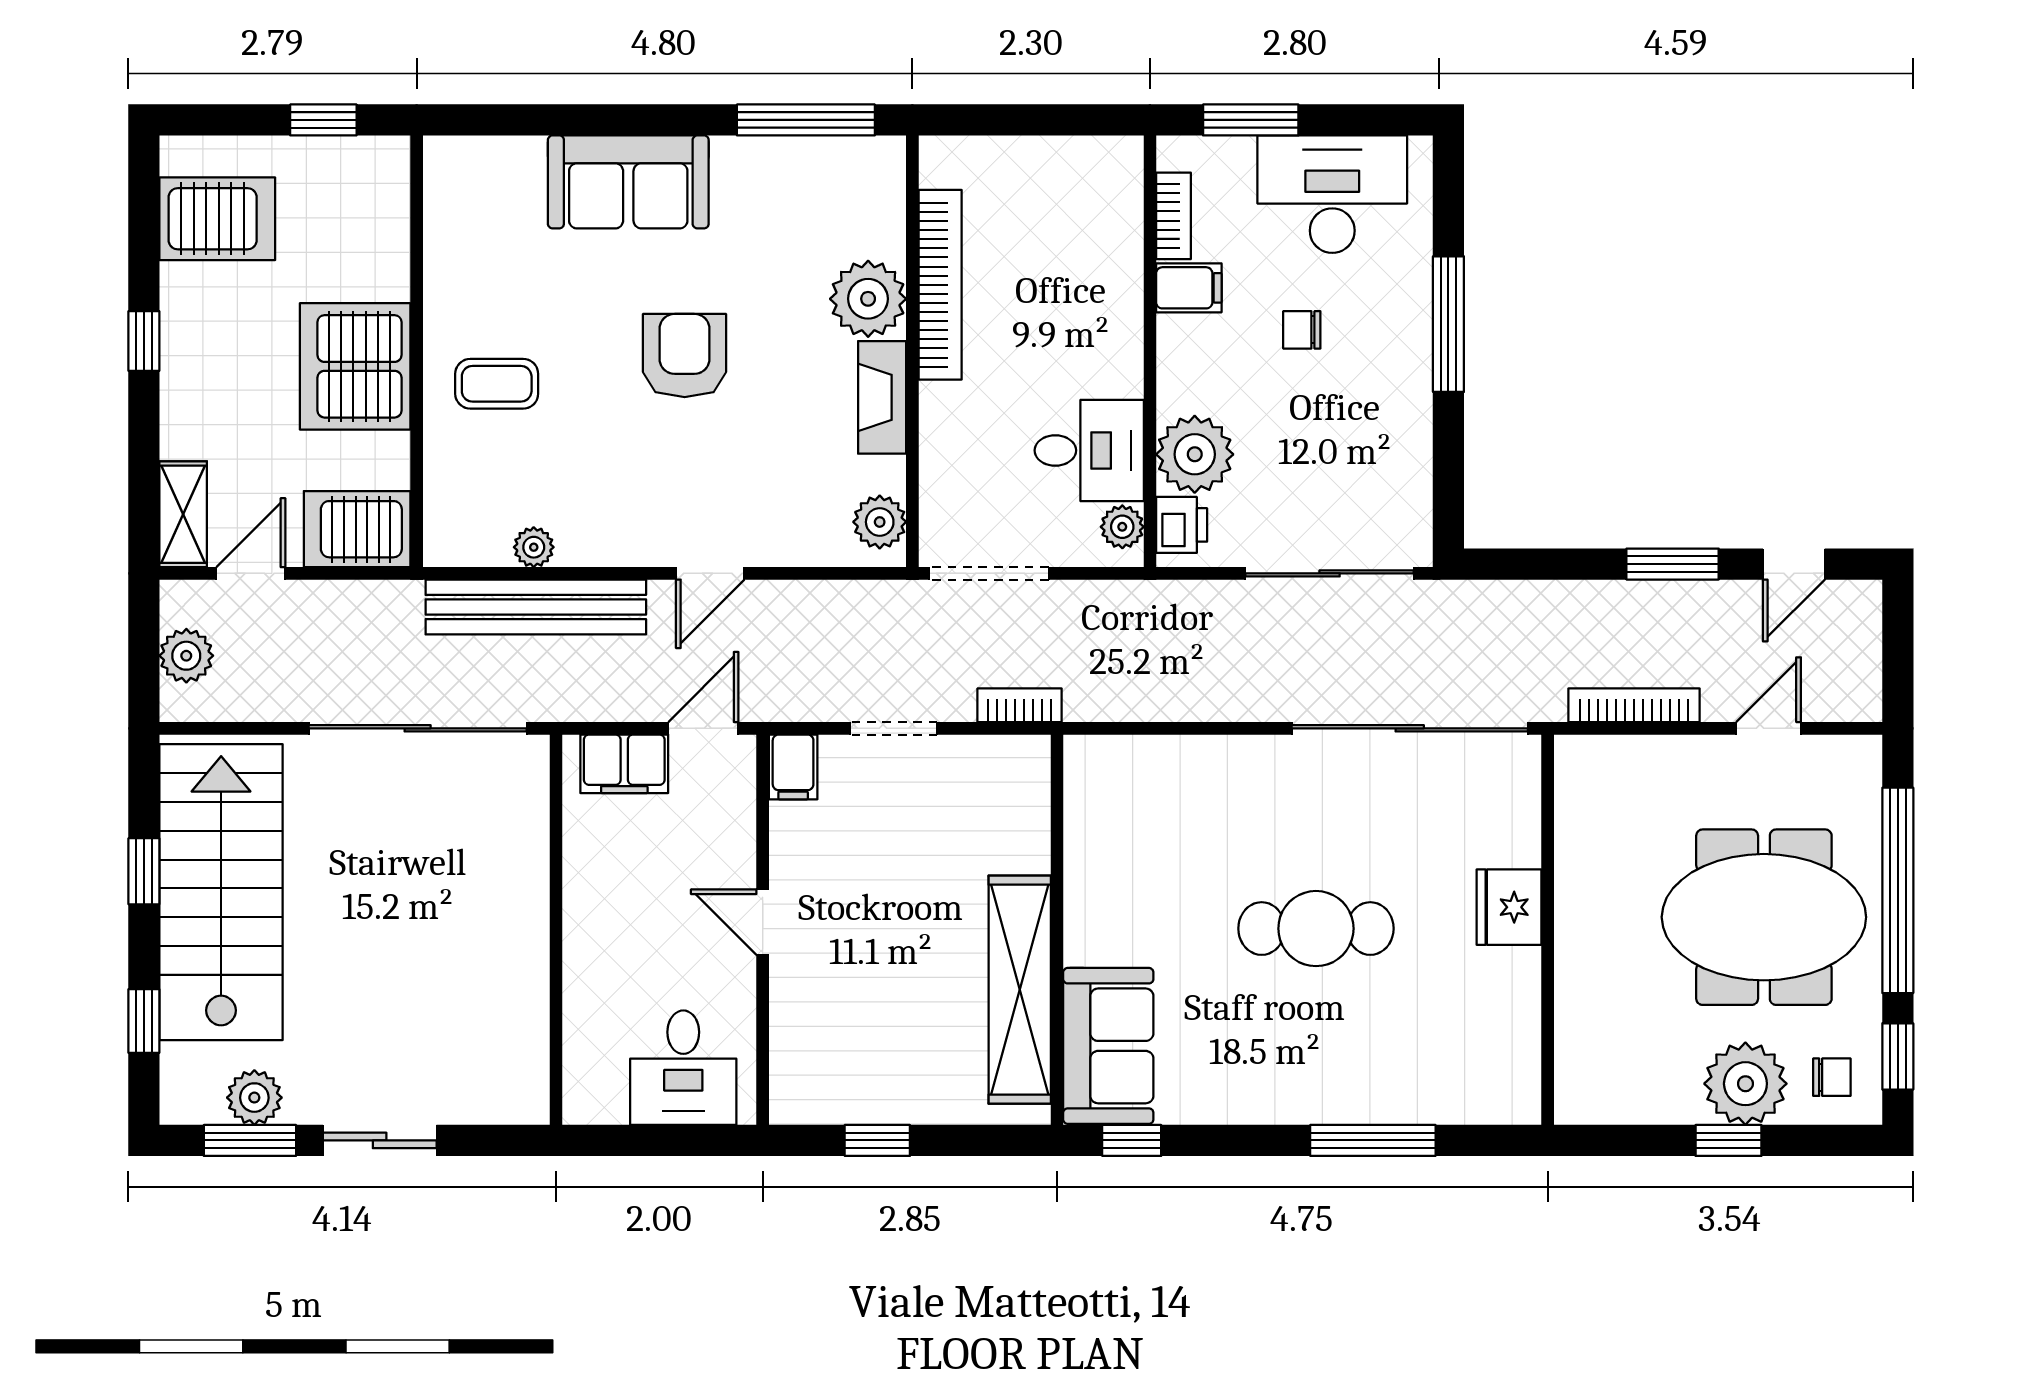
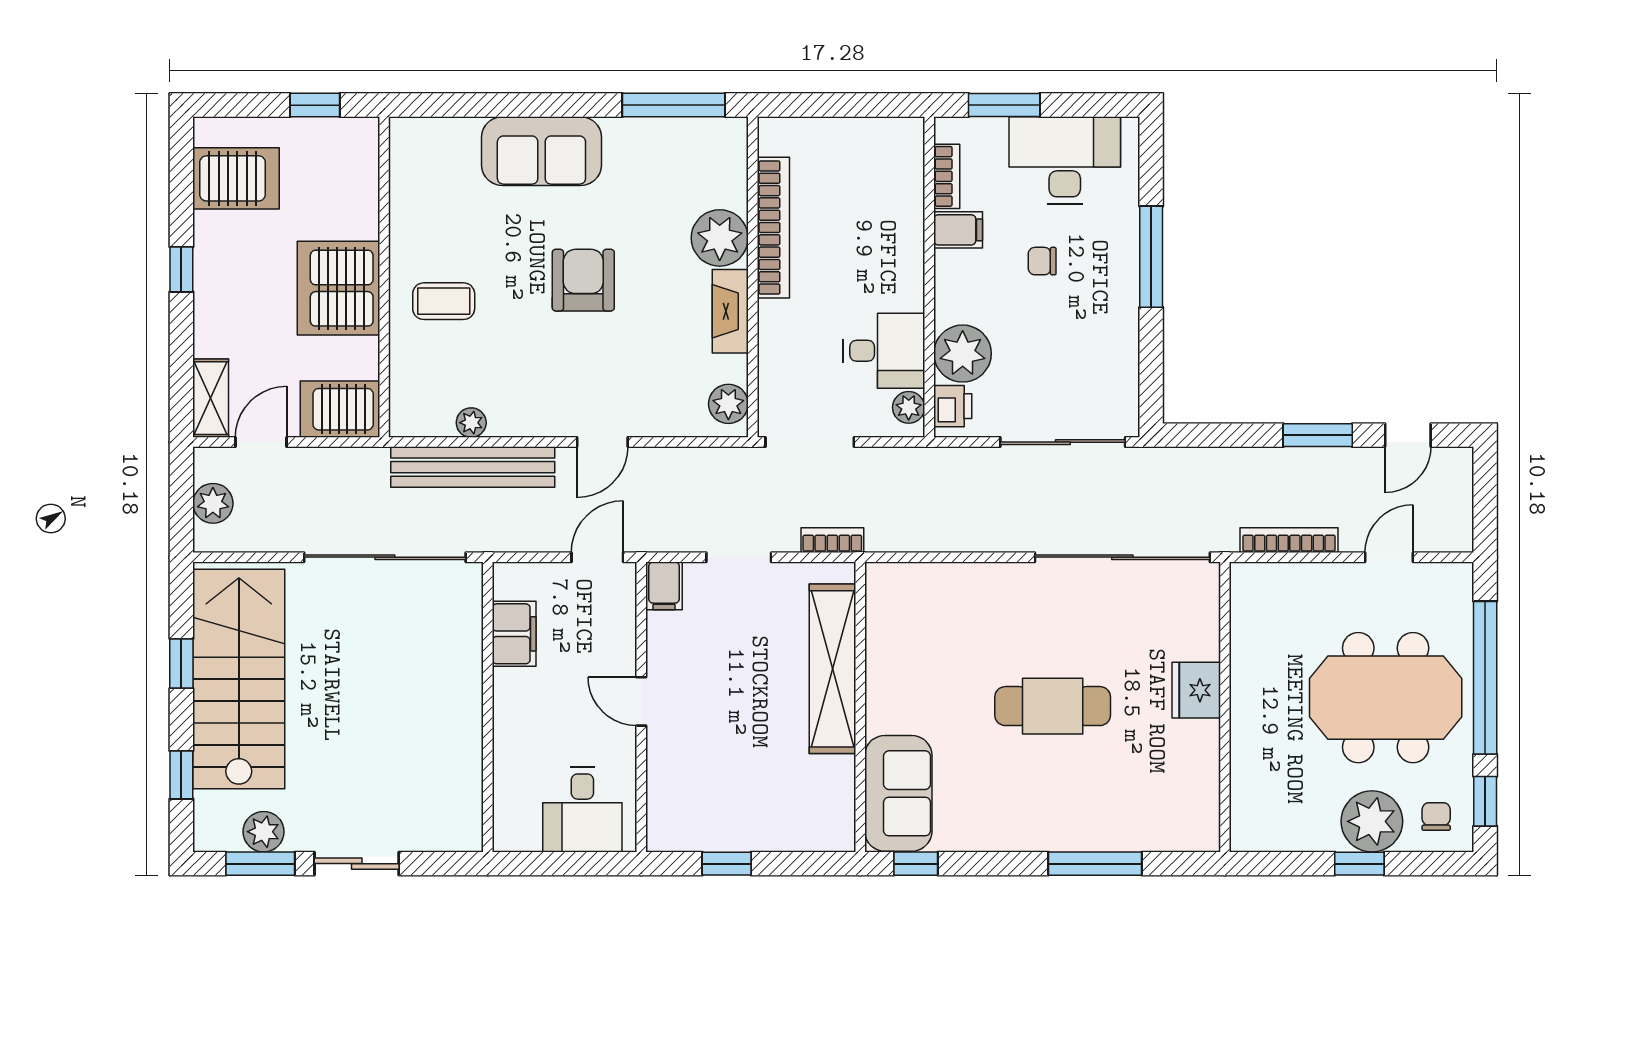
filing cabinet: (624, 764) -> (514, 634), moved, turned -90
shelving: (1020, 990) -> (832, 669), moved
chair: (1832, 1077) -> (1436, 817), turned -90

